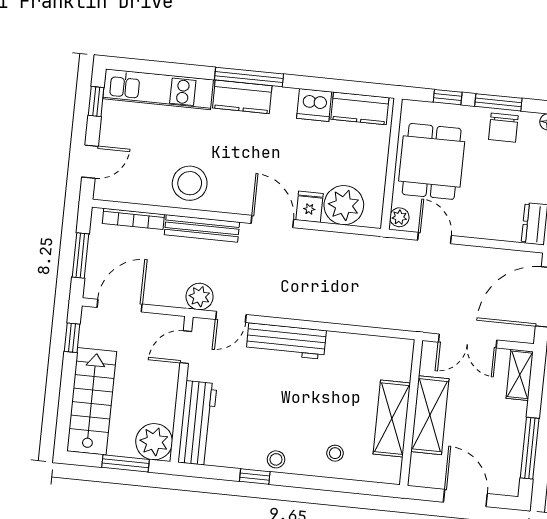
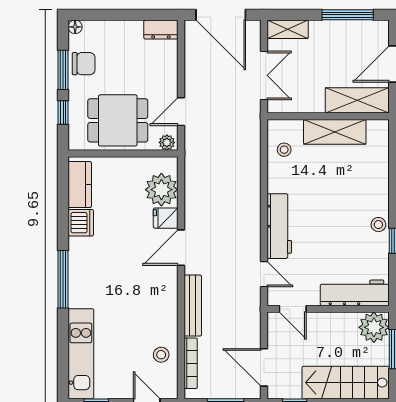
kitchen counter: (242, 97) -> (80, 283), removed
stool: (190, 183) -> (161, 355), moved, width x0.53, depth x0.53
plant: (200, 297) -> (250, 302), removed
shelving: (430, 415) -> (357, 100), moved
stool: (335, 453) -> (284, 150), moved

